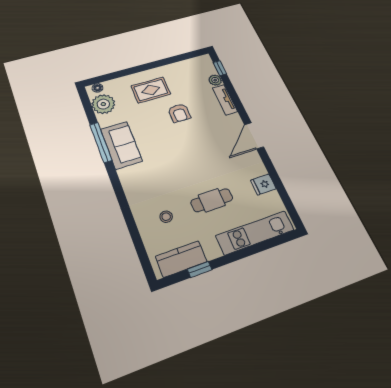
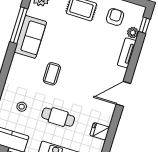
armchair: (179, 113) -> (115, 17), moved, turned 180
coffee table: (171, 164) -> (52, 74), added

